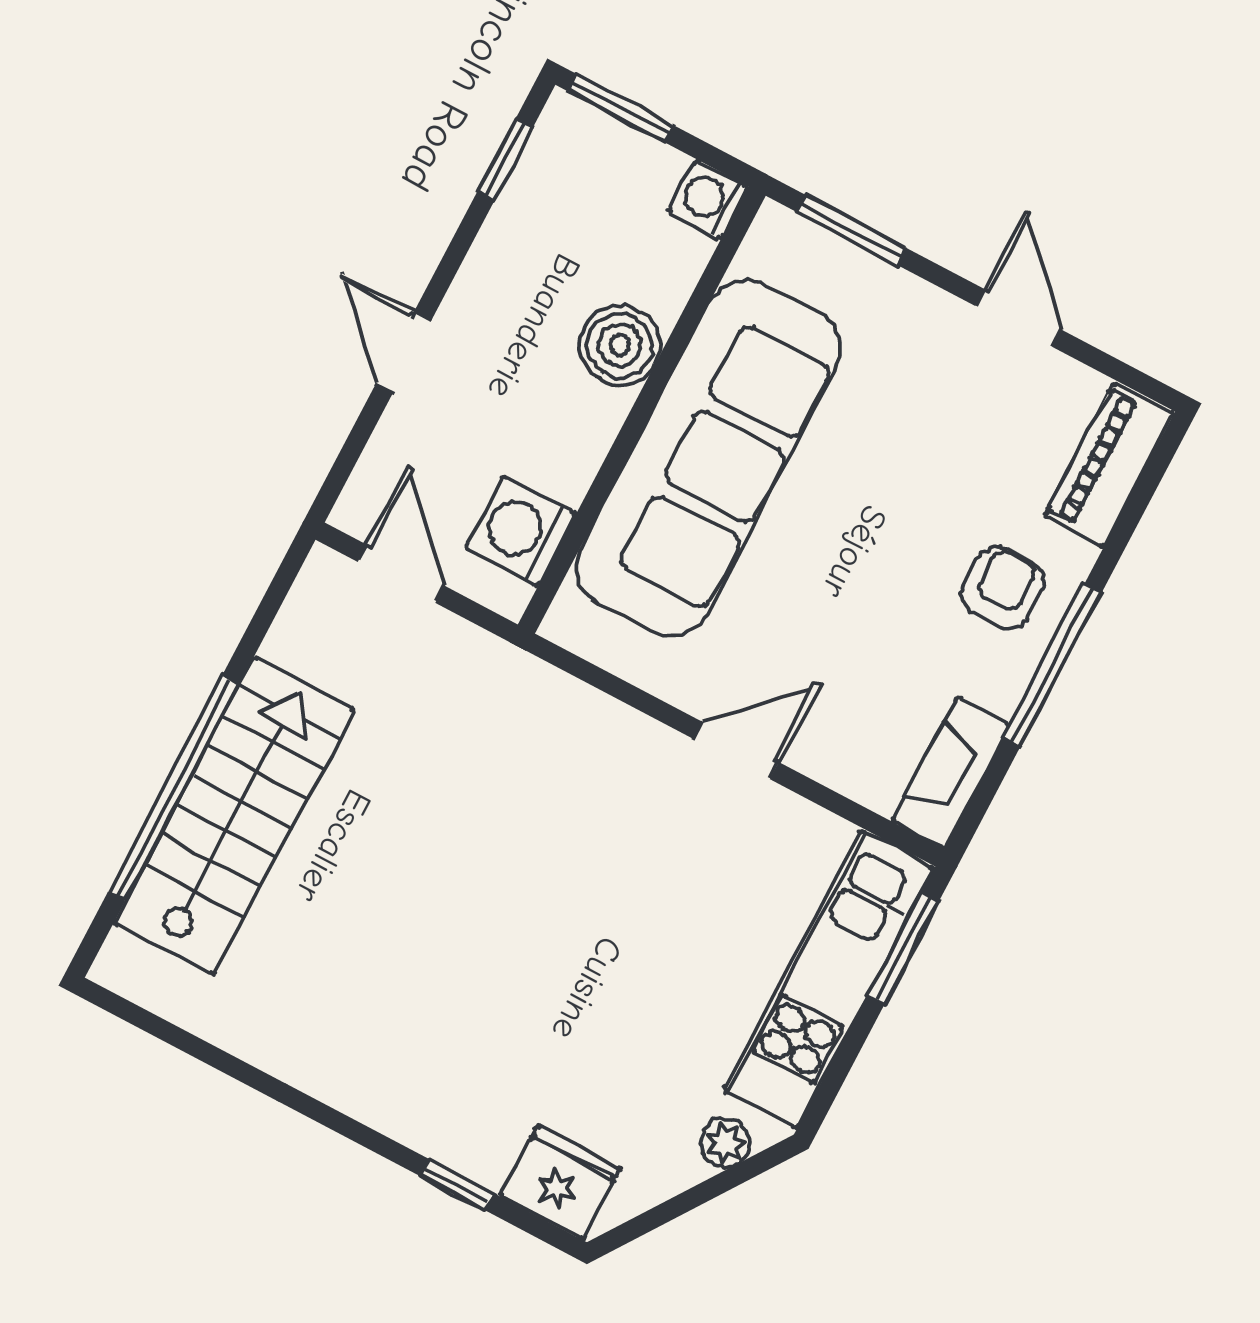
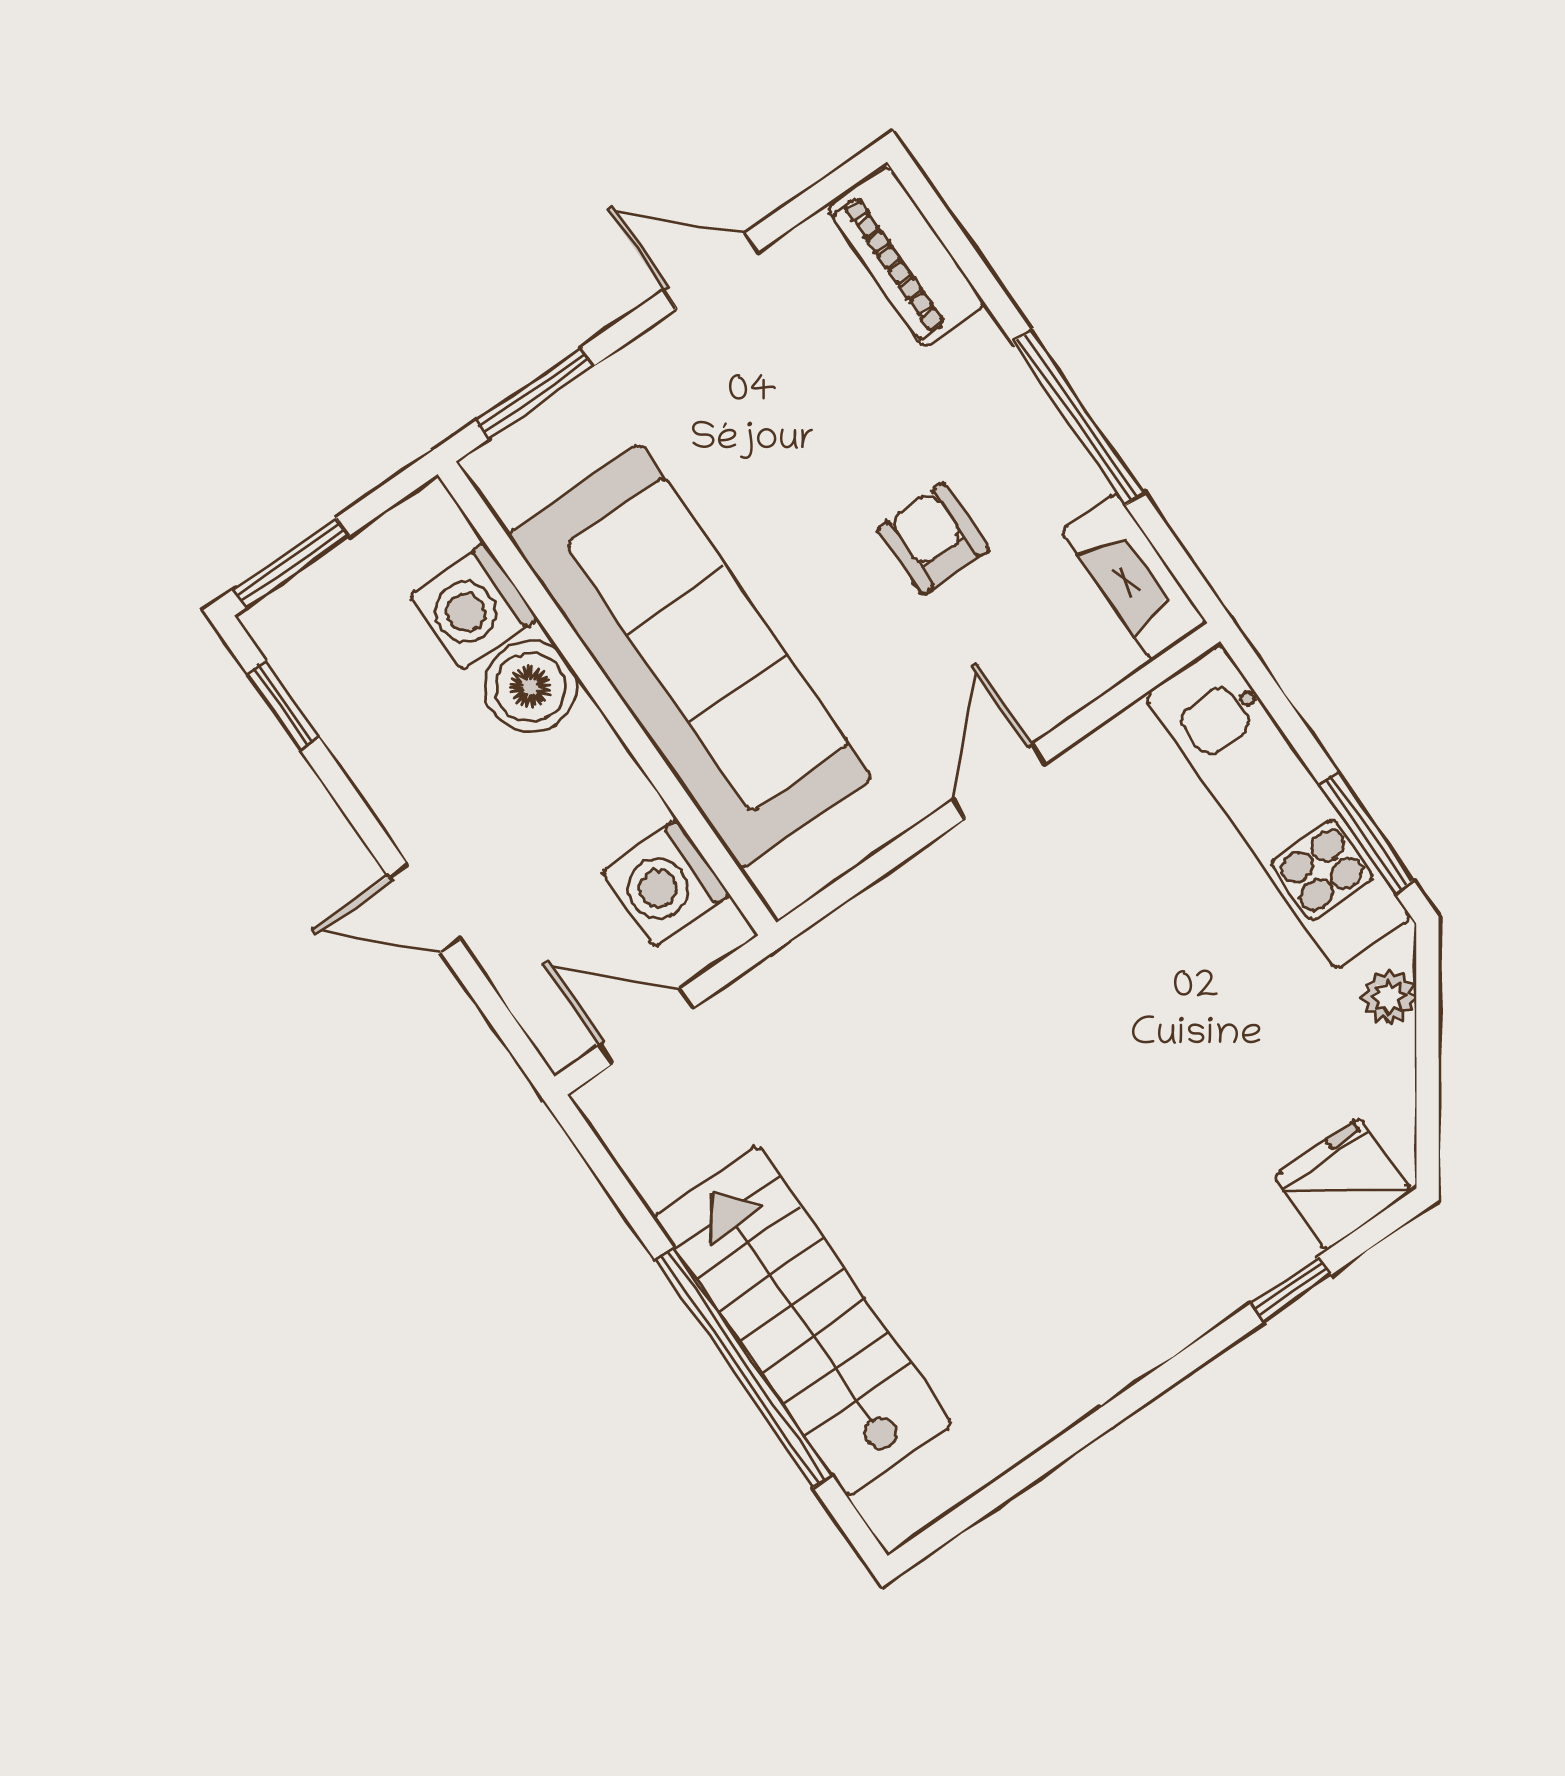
washing machine: (708, 199) -> (473, 607), moved, width x1.38, depth x1.38
armchair: (1003, 588) -> (933, 539), moved
window: (903, 948) -> (1367, 833), moved

